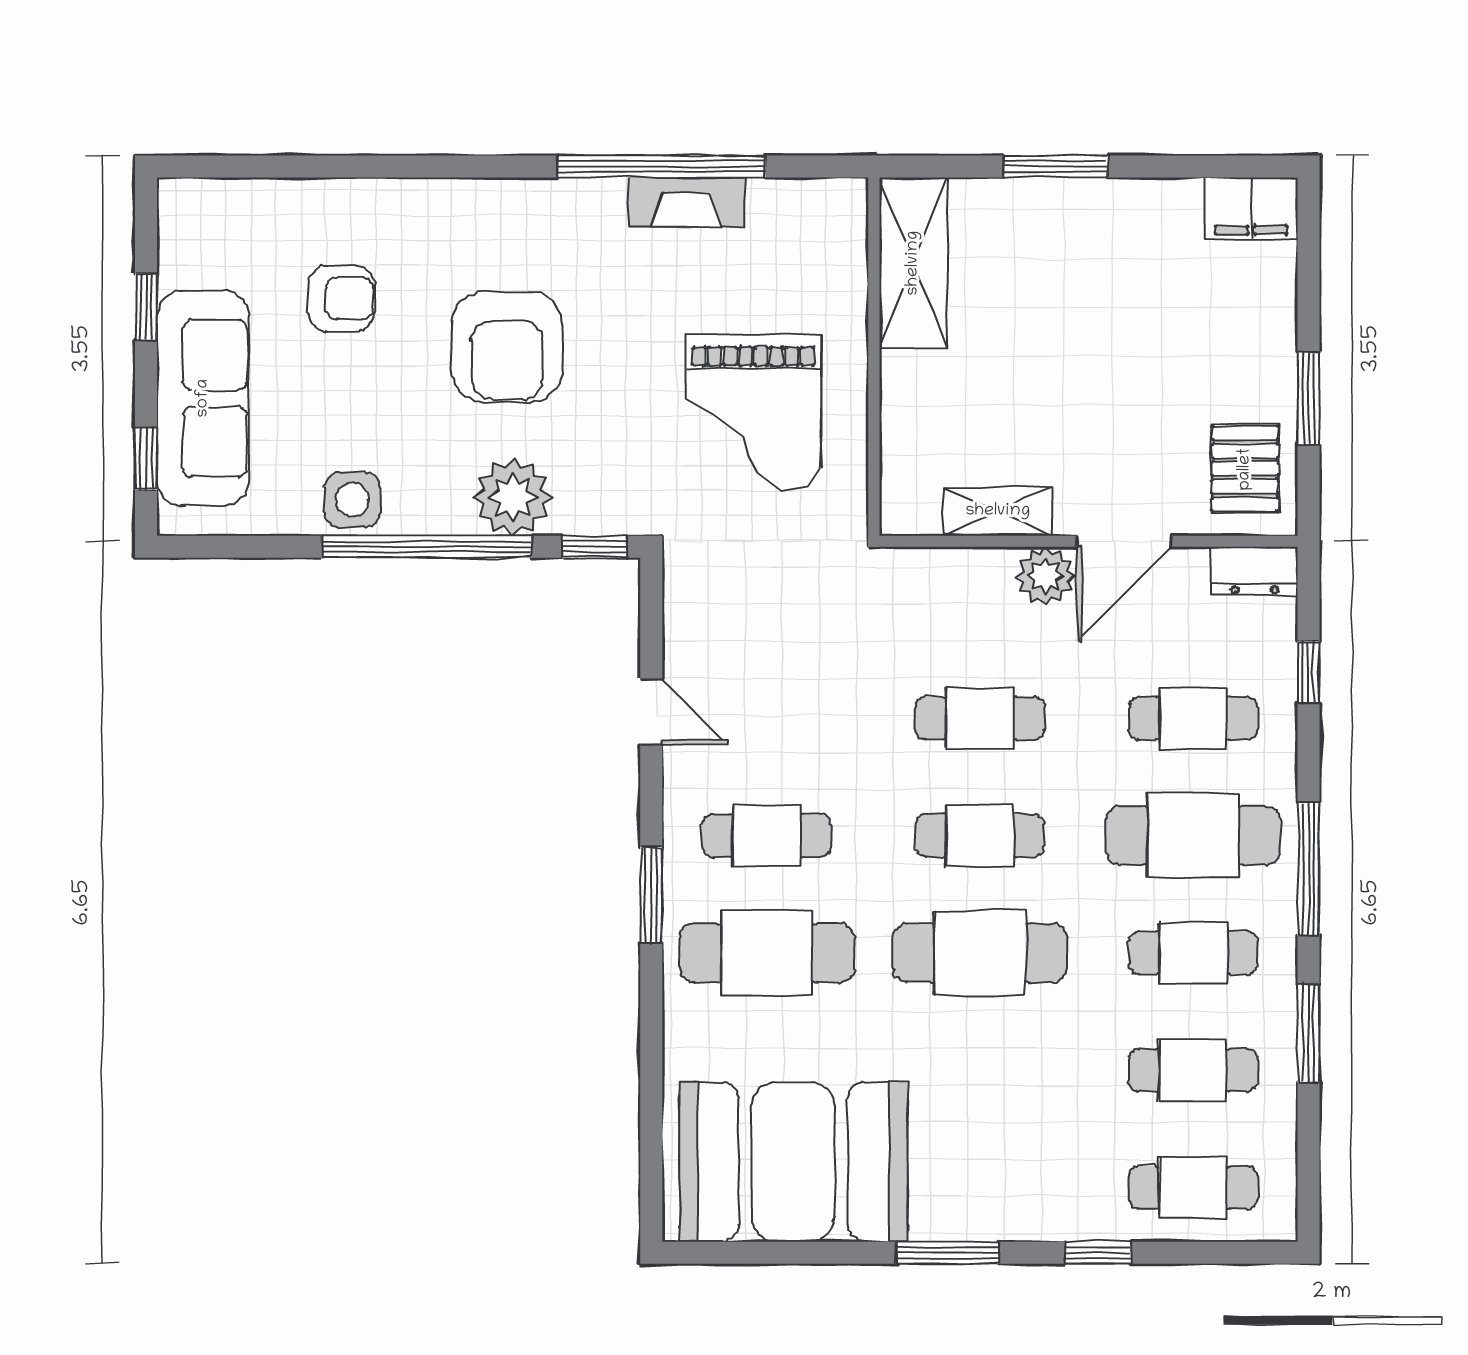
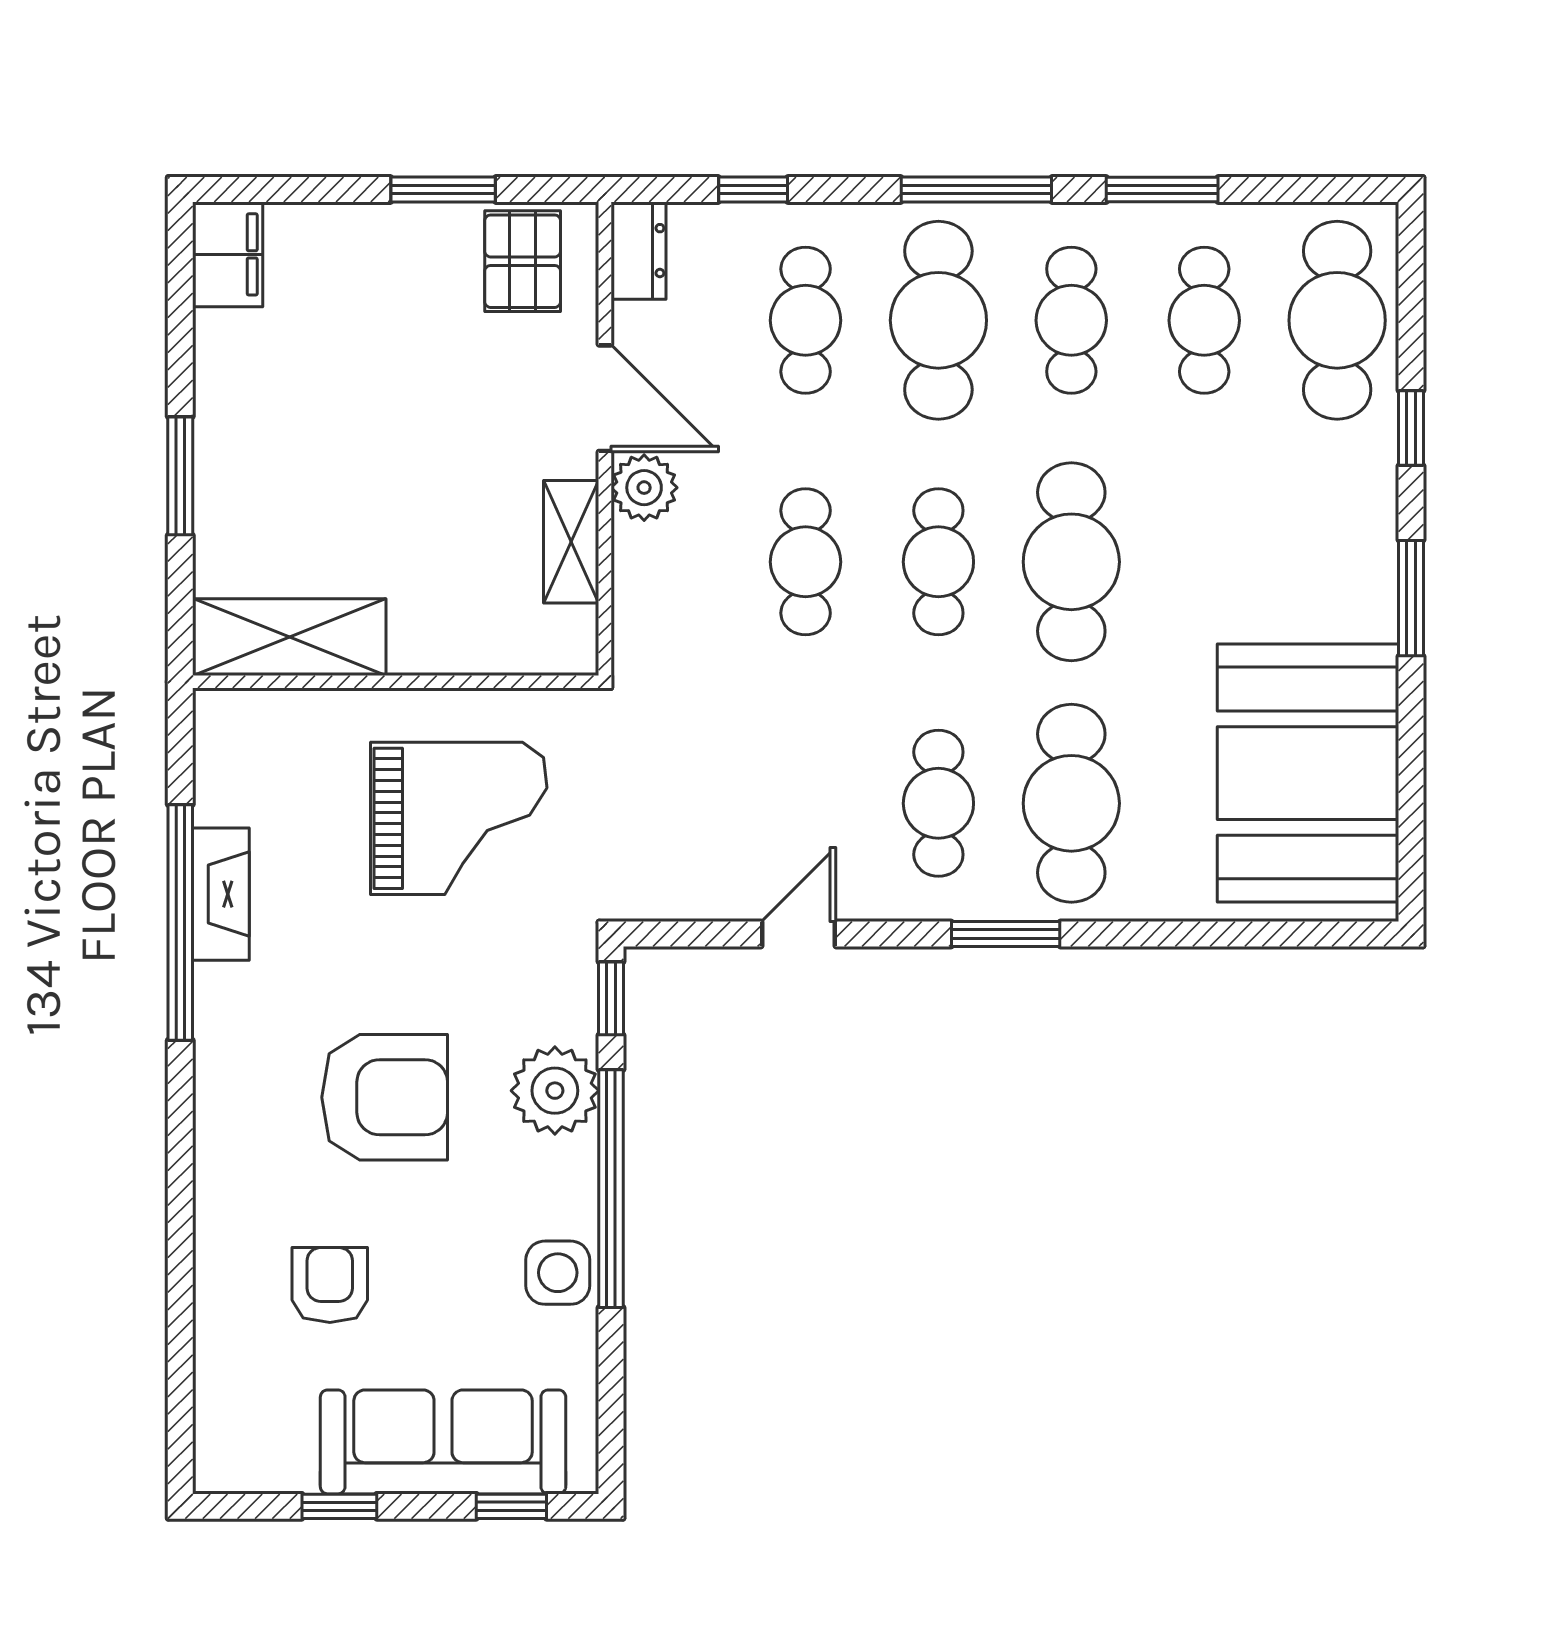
pallet: (1245, 469) -> (523, 261), turned 90
cafe table: (1193, 1188) -> (1337, 320), width x1.37, depth x1.35

